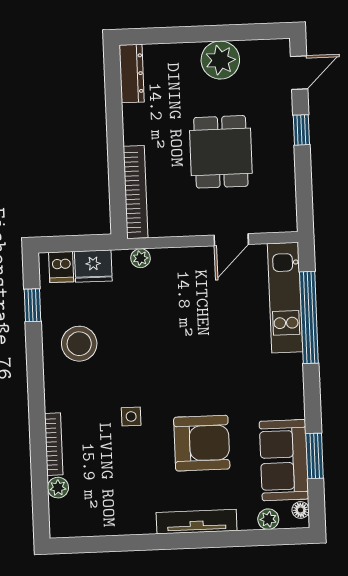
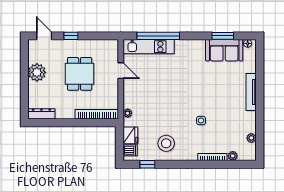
dining table: (221, 152) -> (80, 74), turned 90
armchair: (202, 443) -> (215, 88), removed
plant: (268, 519) -> (251, 138), moved

